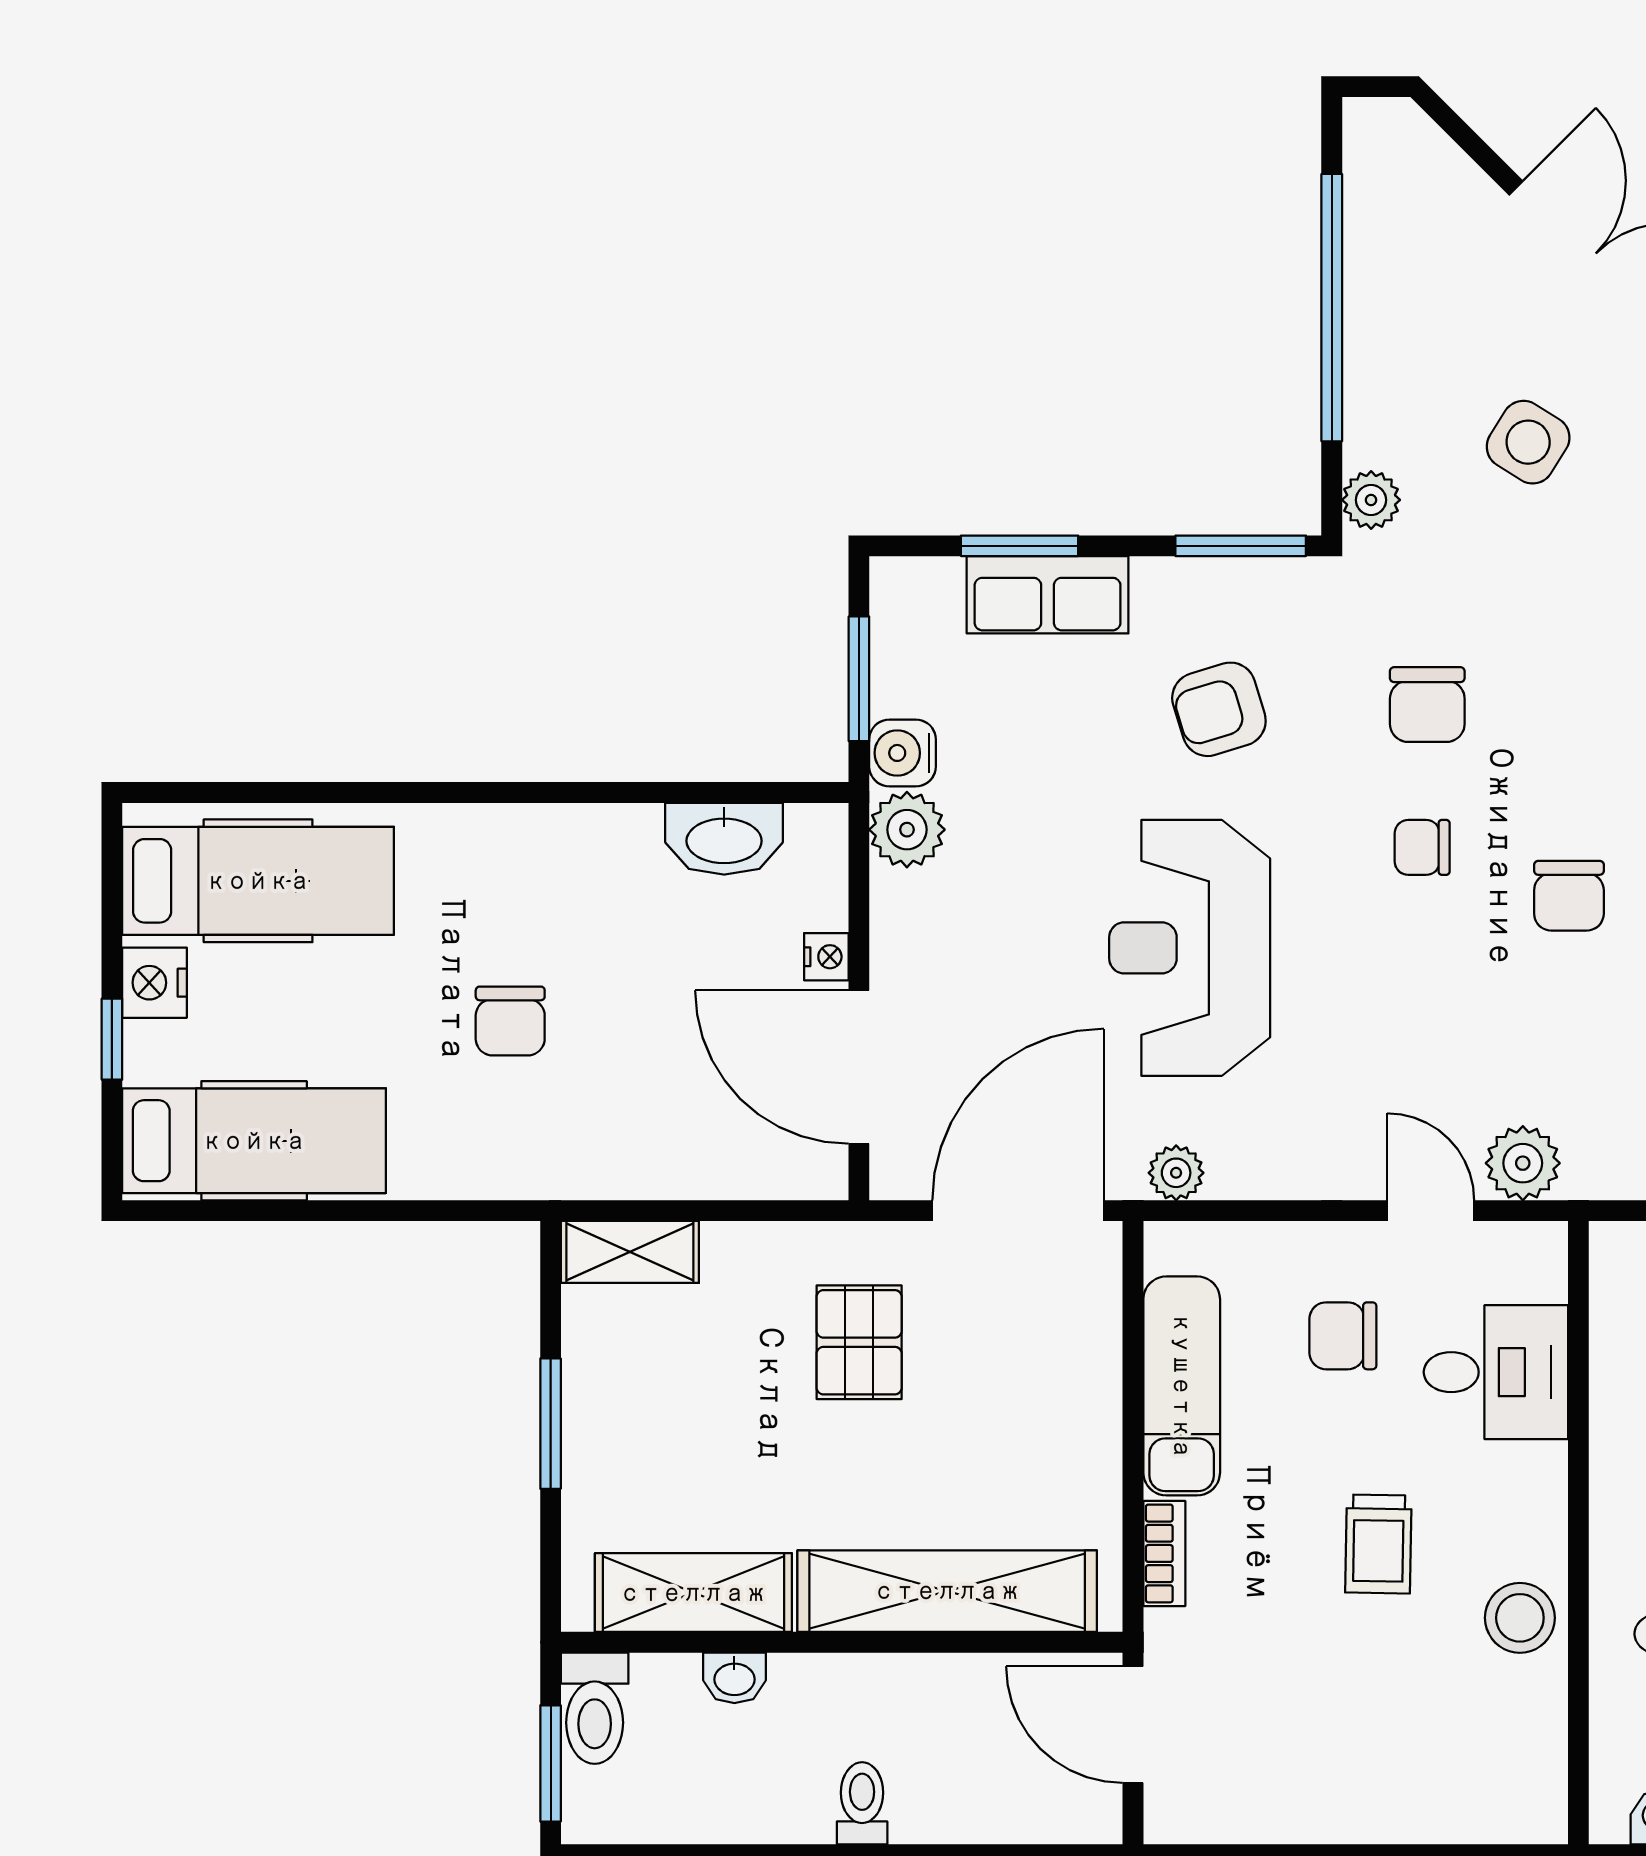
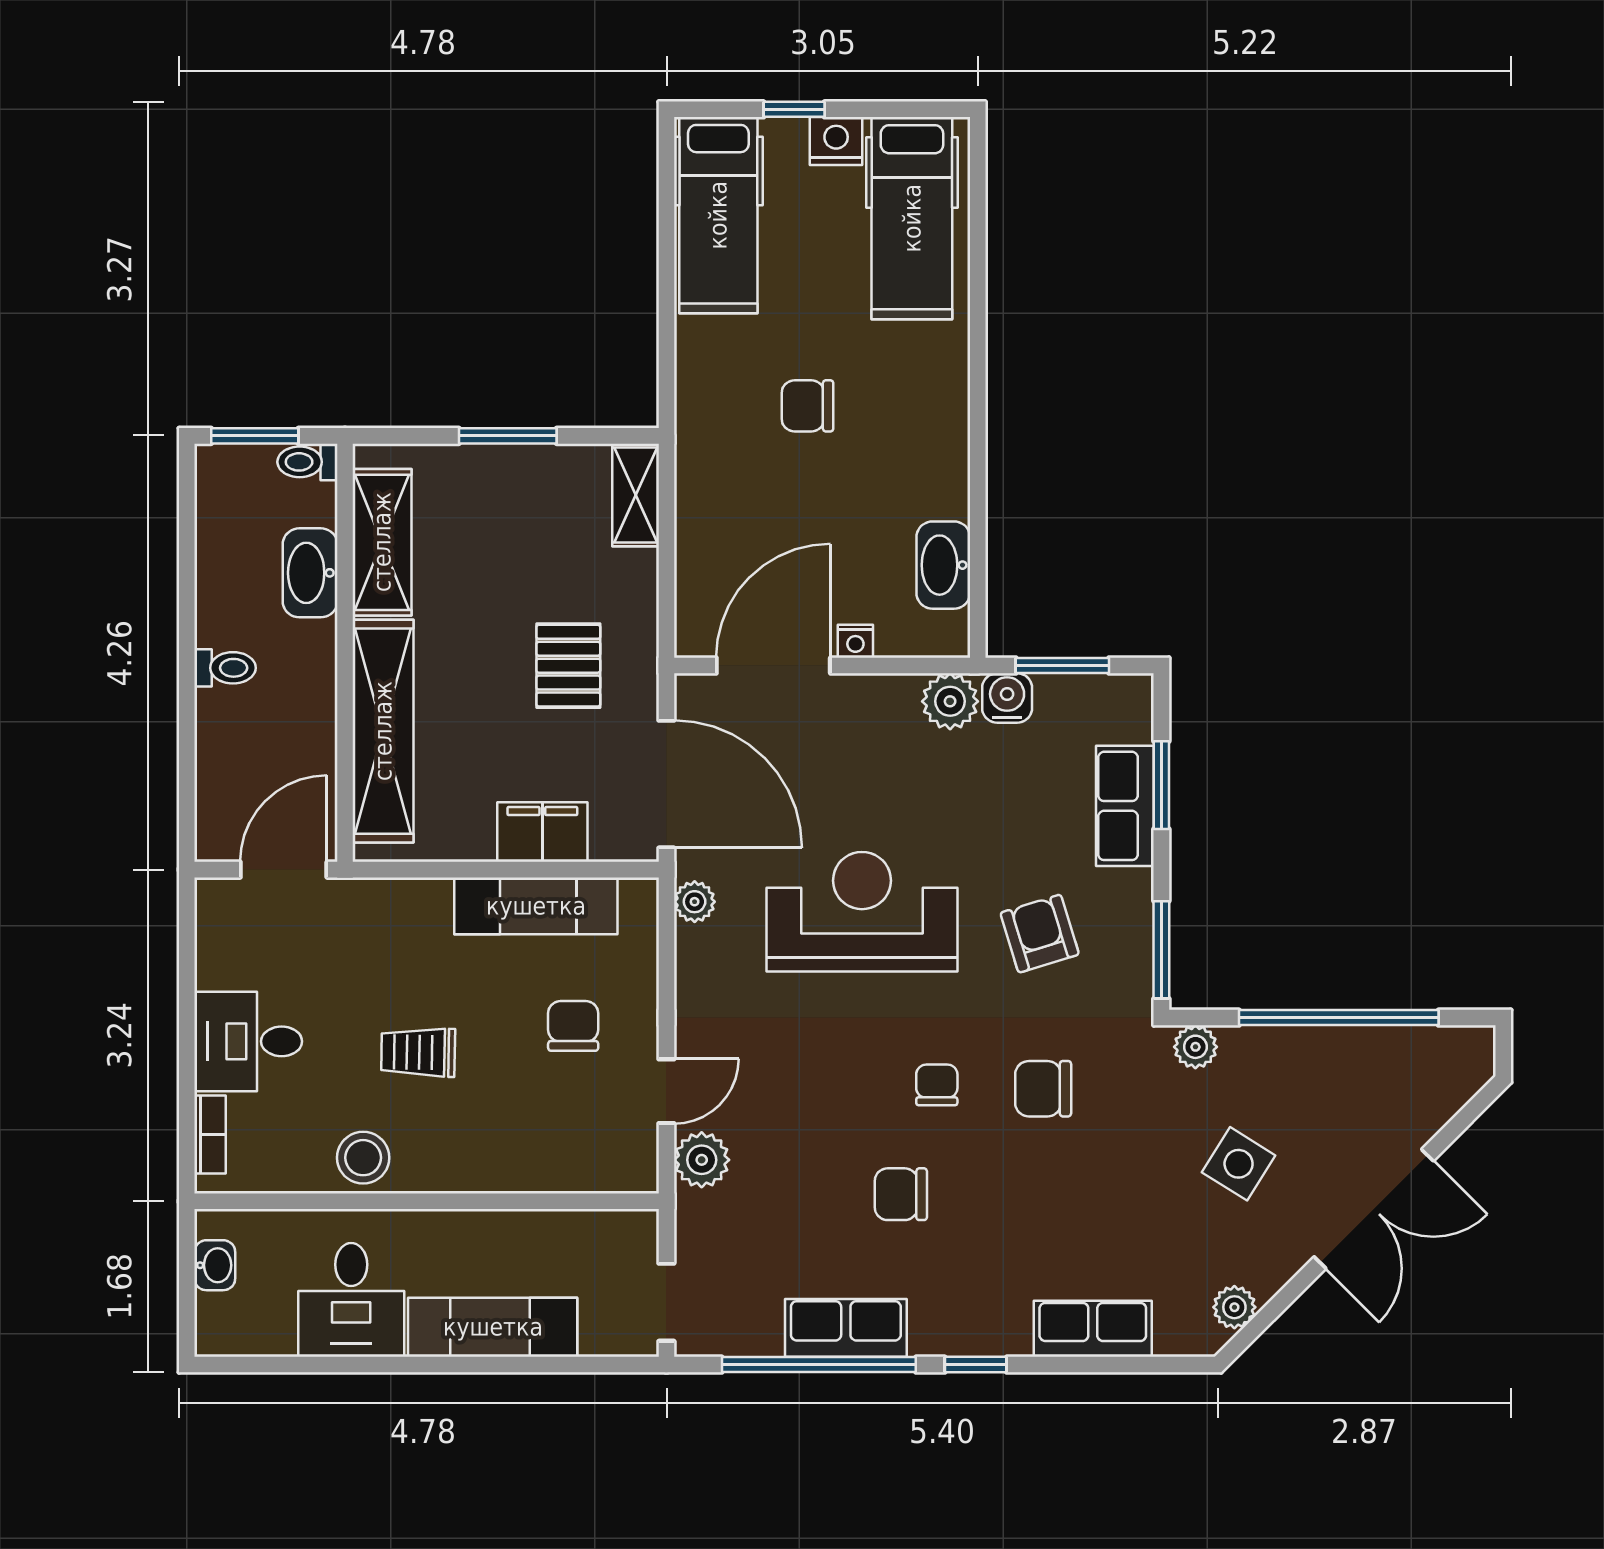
pallet: (859, 1342) -> (568, 666), turned 90
desk: (1496, 1372) -> (248, 1041), moved, turned 90
filing cabinet: (1083, 1377) -> (542, 832), added
bookcase: (1164, 1553) -> (210, 1134), moved, turned -90
washbasin: (734, 1678) -> (310, 573), width x1.91, depth x1.45
toilet: (595, 1708) -> (307, 462), width x0.73, depth x0.72

